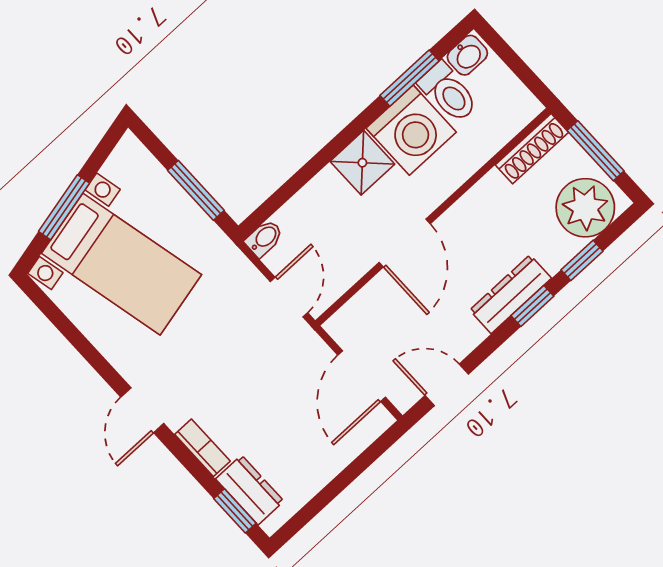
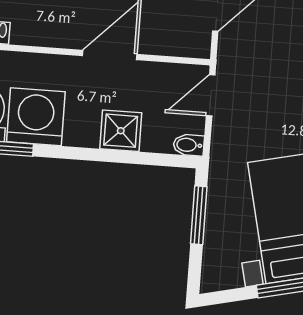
shower: (362, 163) -> (121, 131), moved

